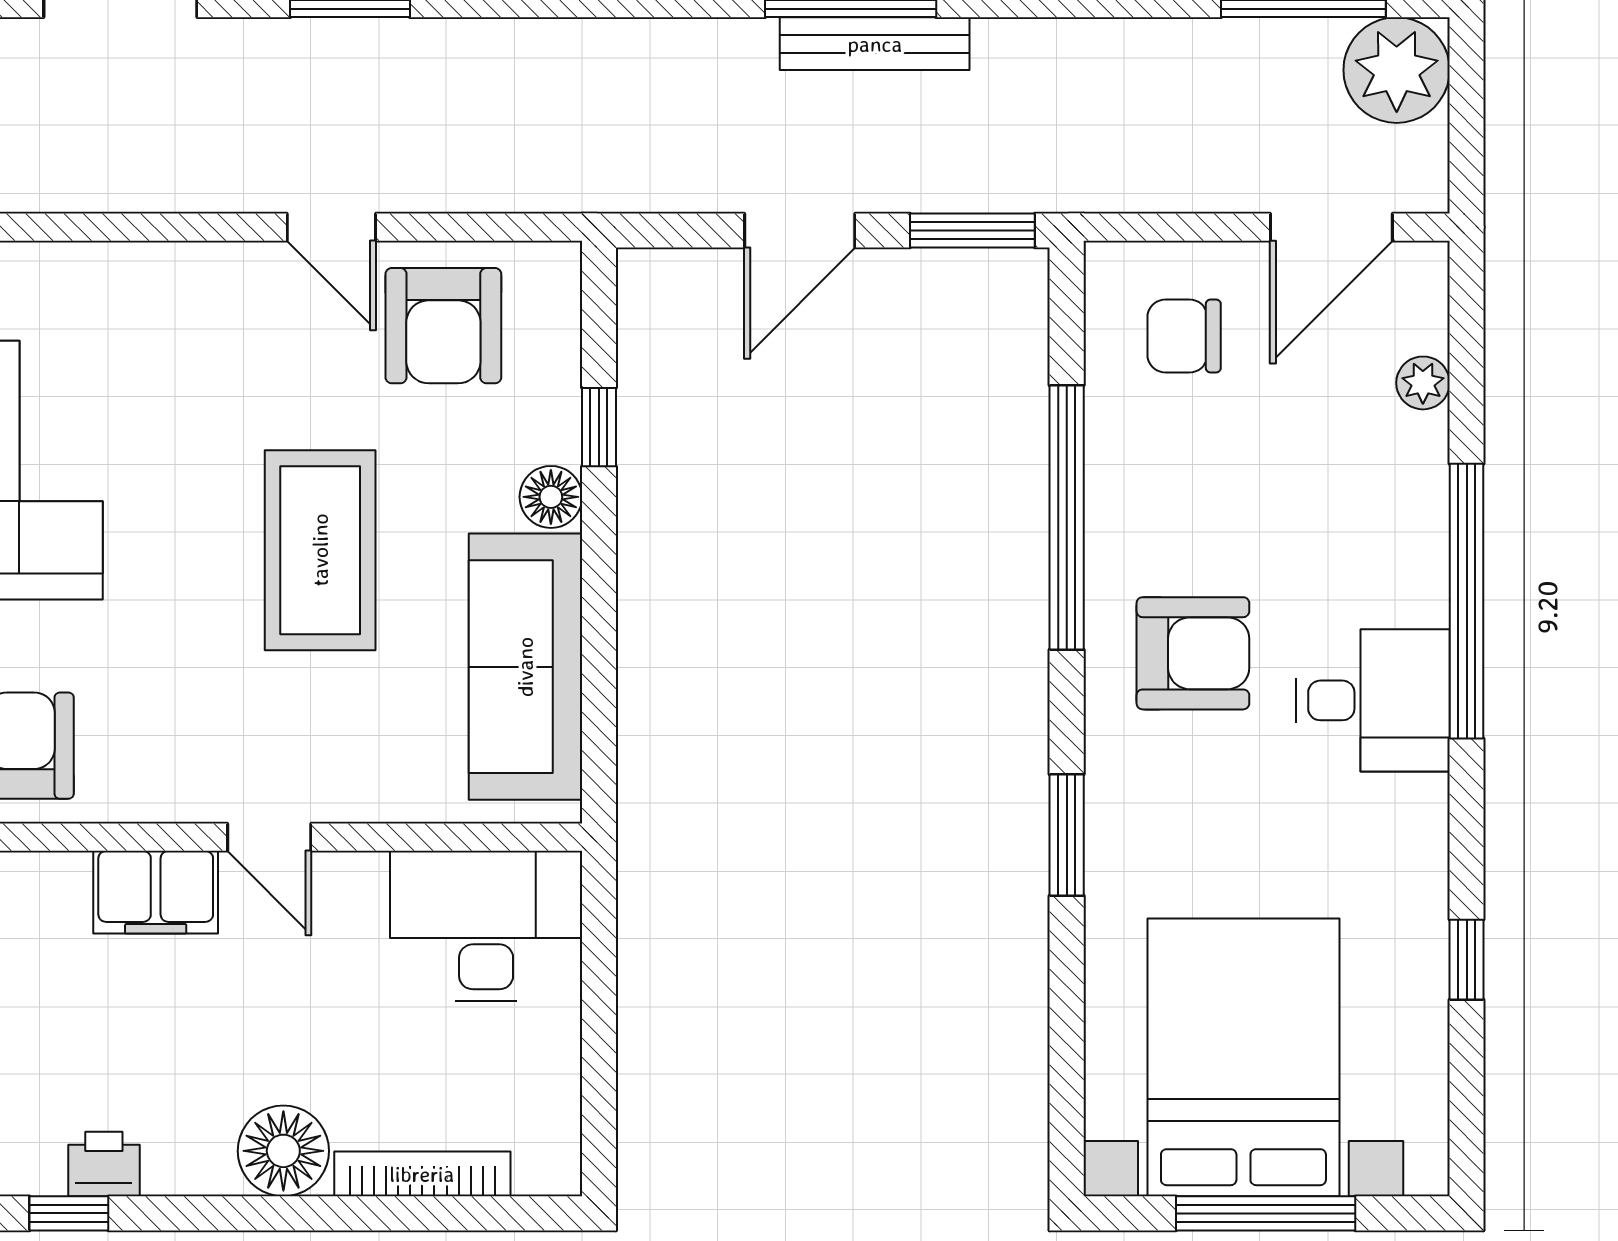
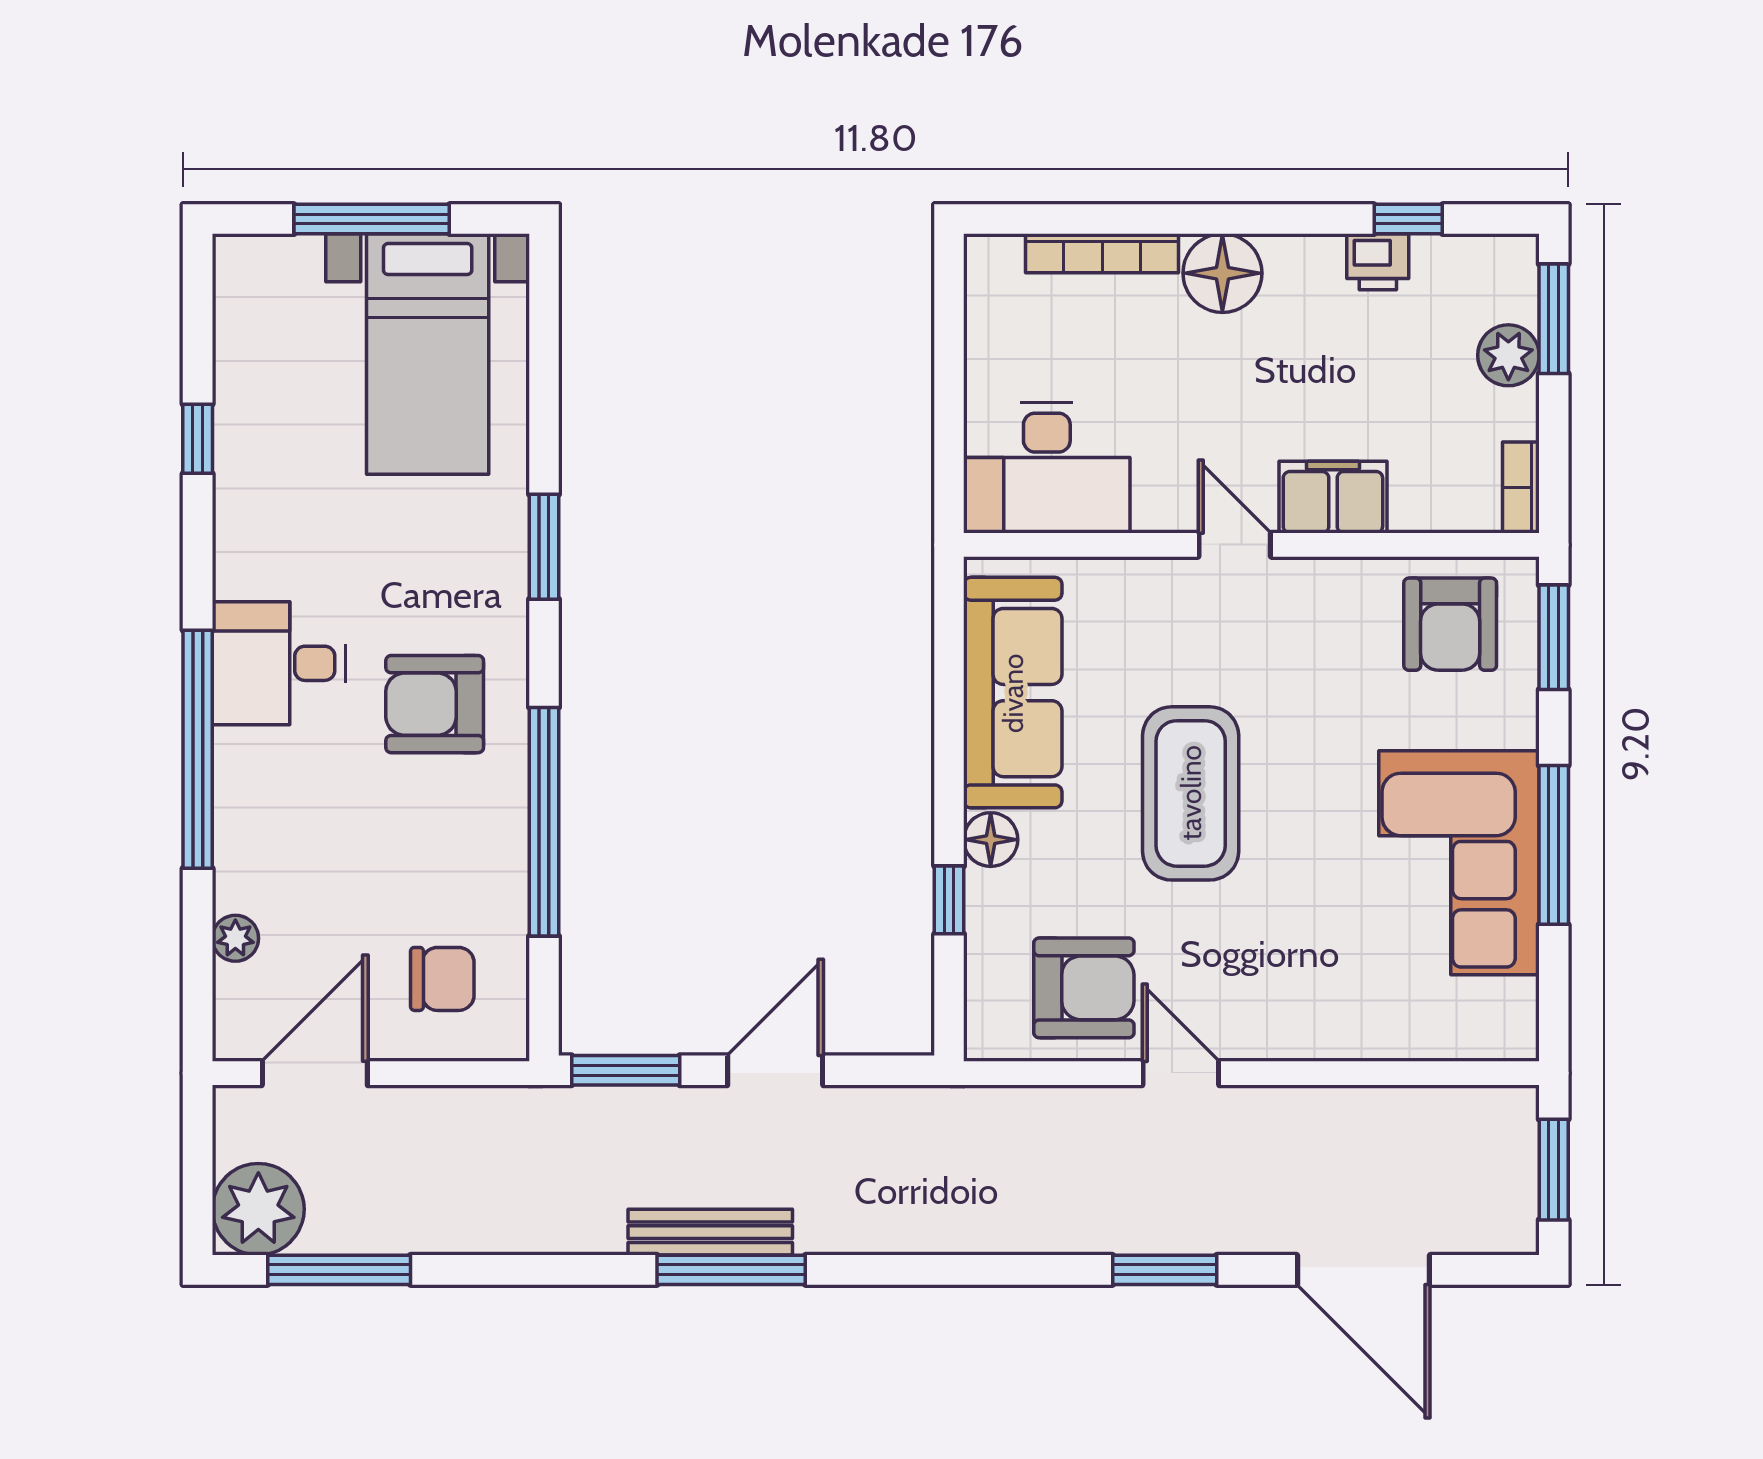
armchair: (443, 326) -> (1084, 988), turned 90
bed with nightstands: (1243, 1057) -> (428, 354), width x0.73

